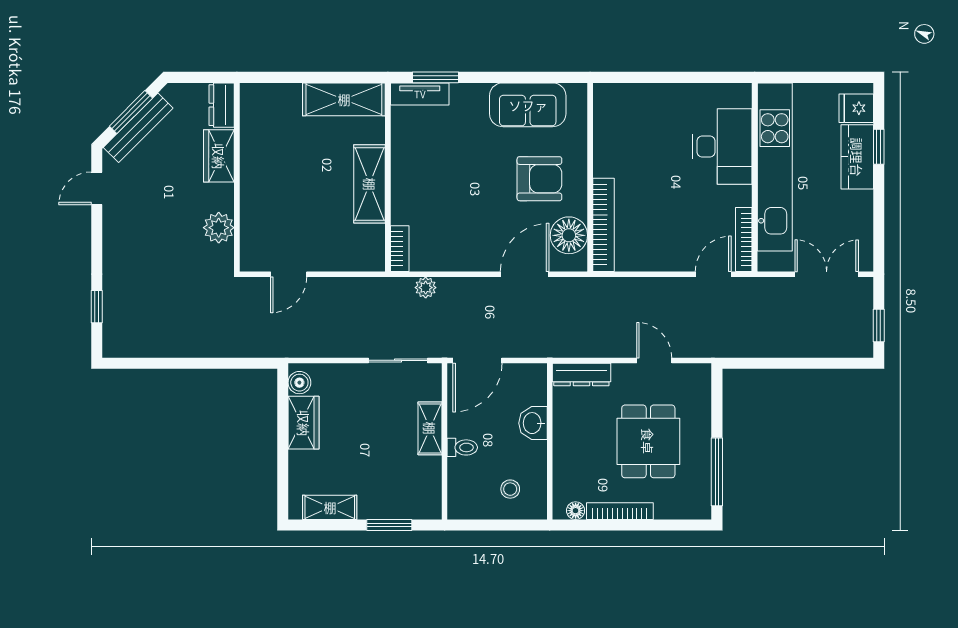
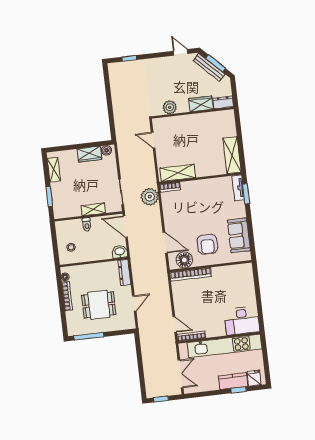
desk: (722, 147) -> (242, 321), moved
shelving: (370, 184) -> (178, 173), moved
plant: (426, 288) -> (150, 197), width x1.88, depth x1.88
washbasin: (533, 423) -> (120, 252), moved

